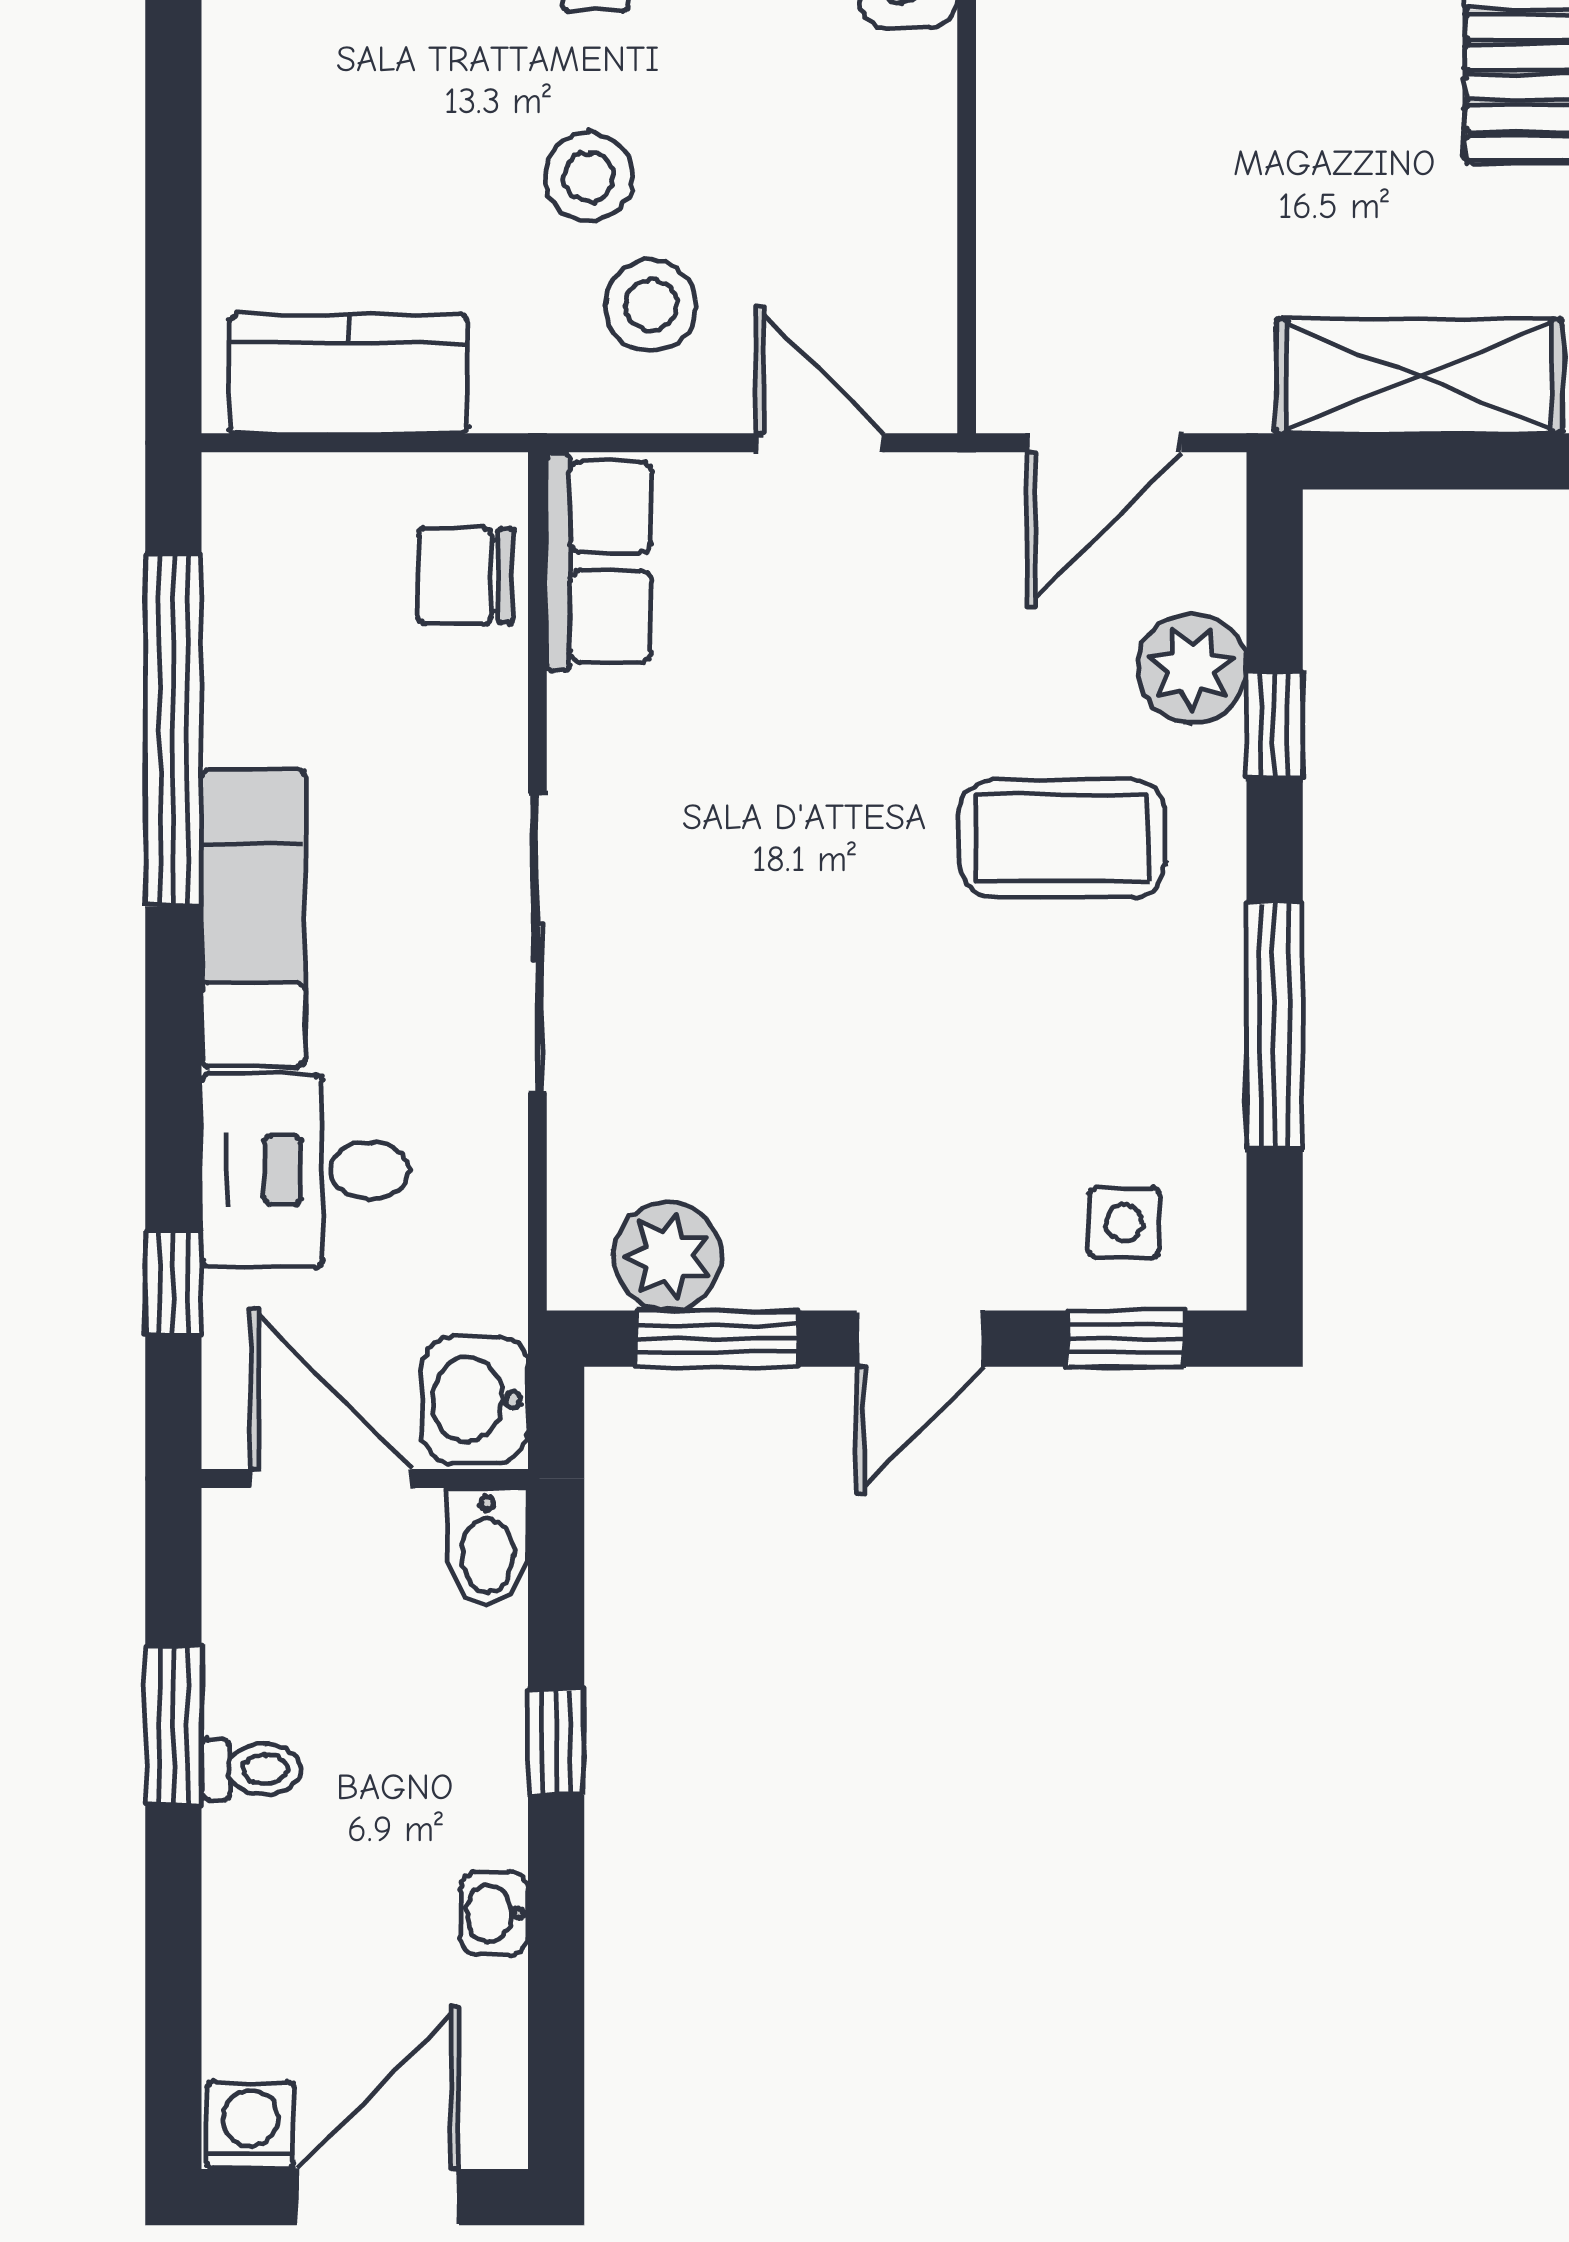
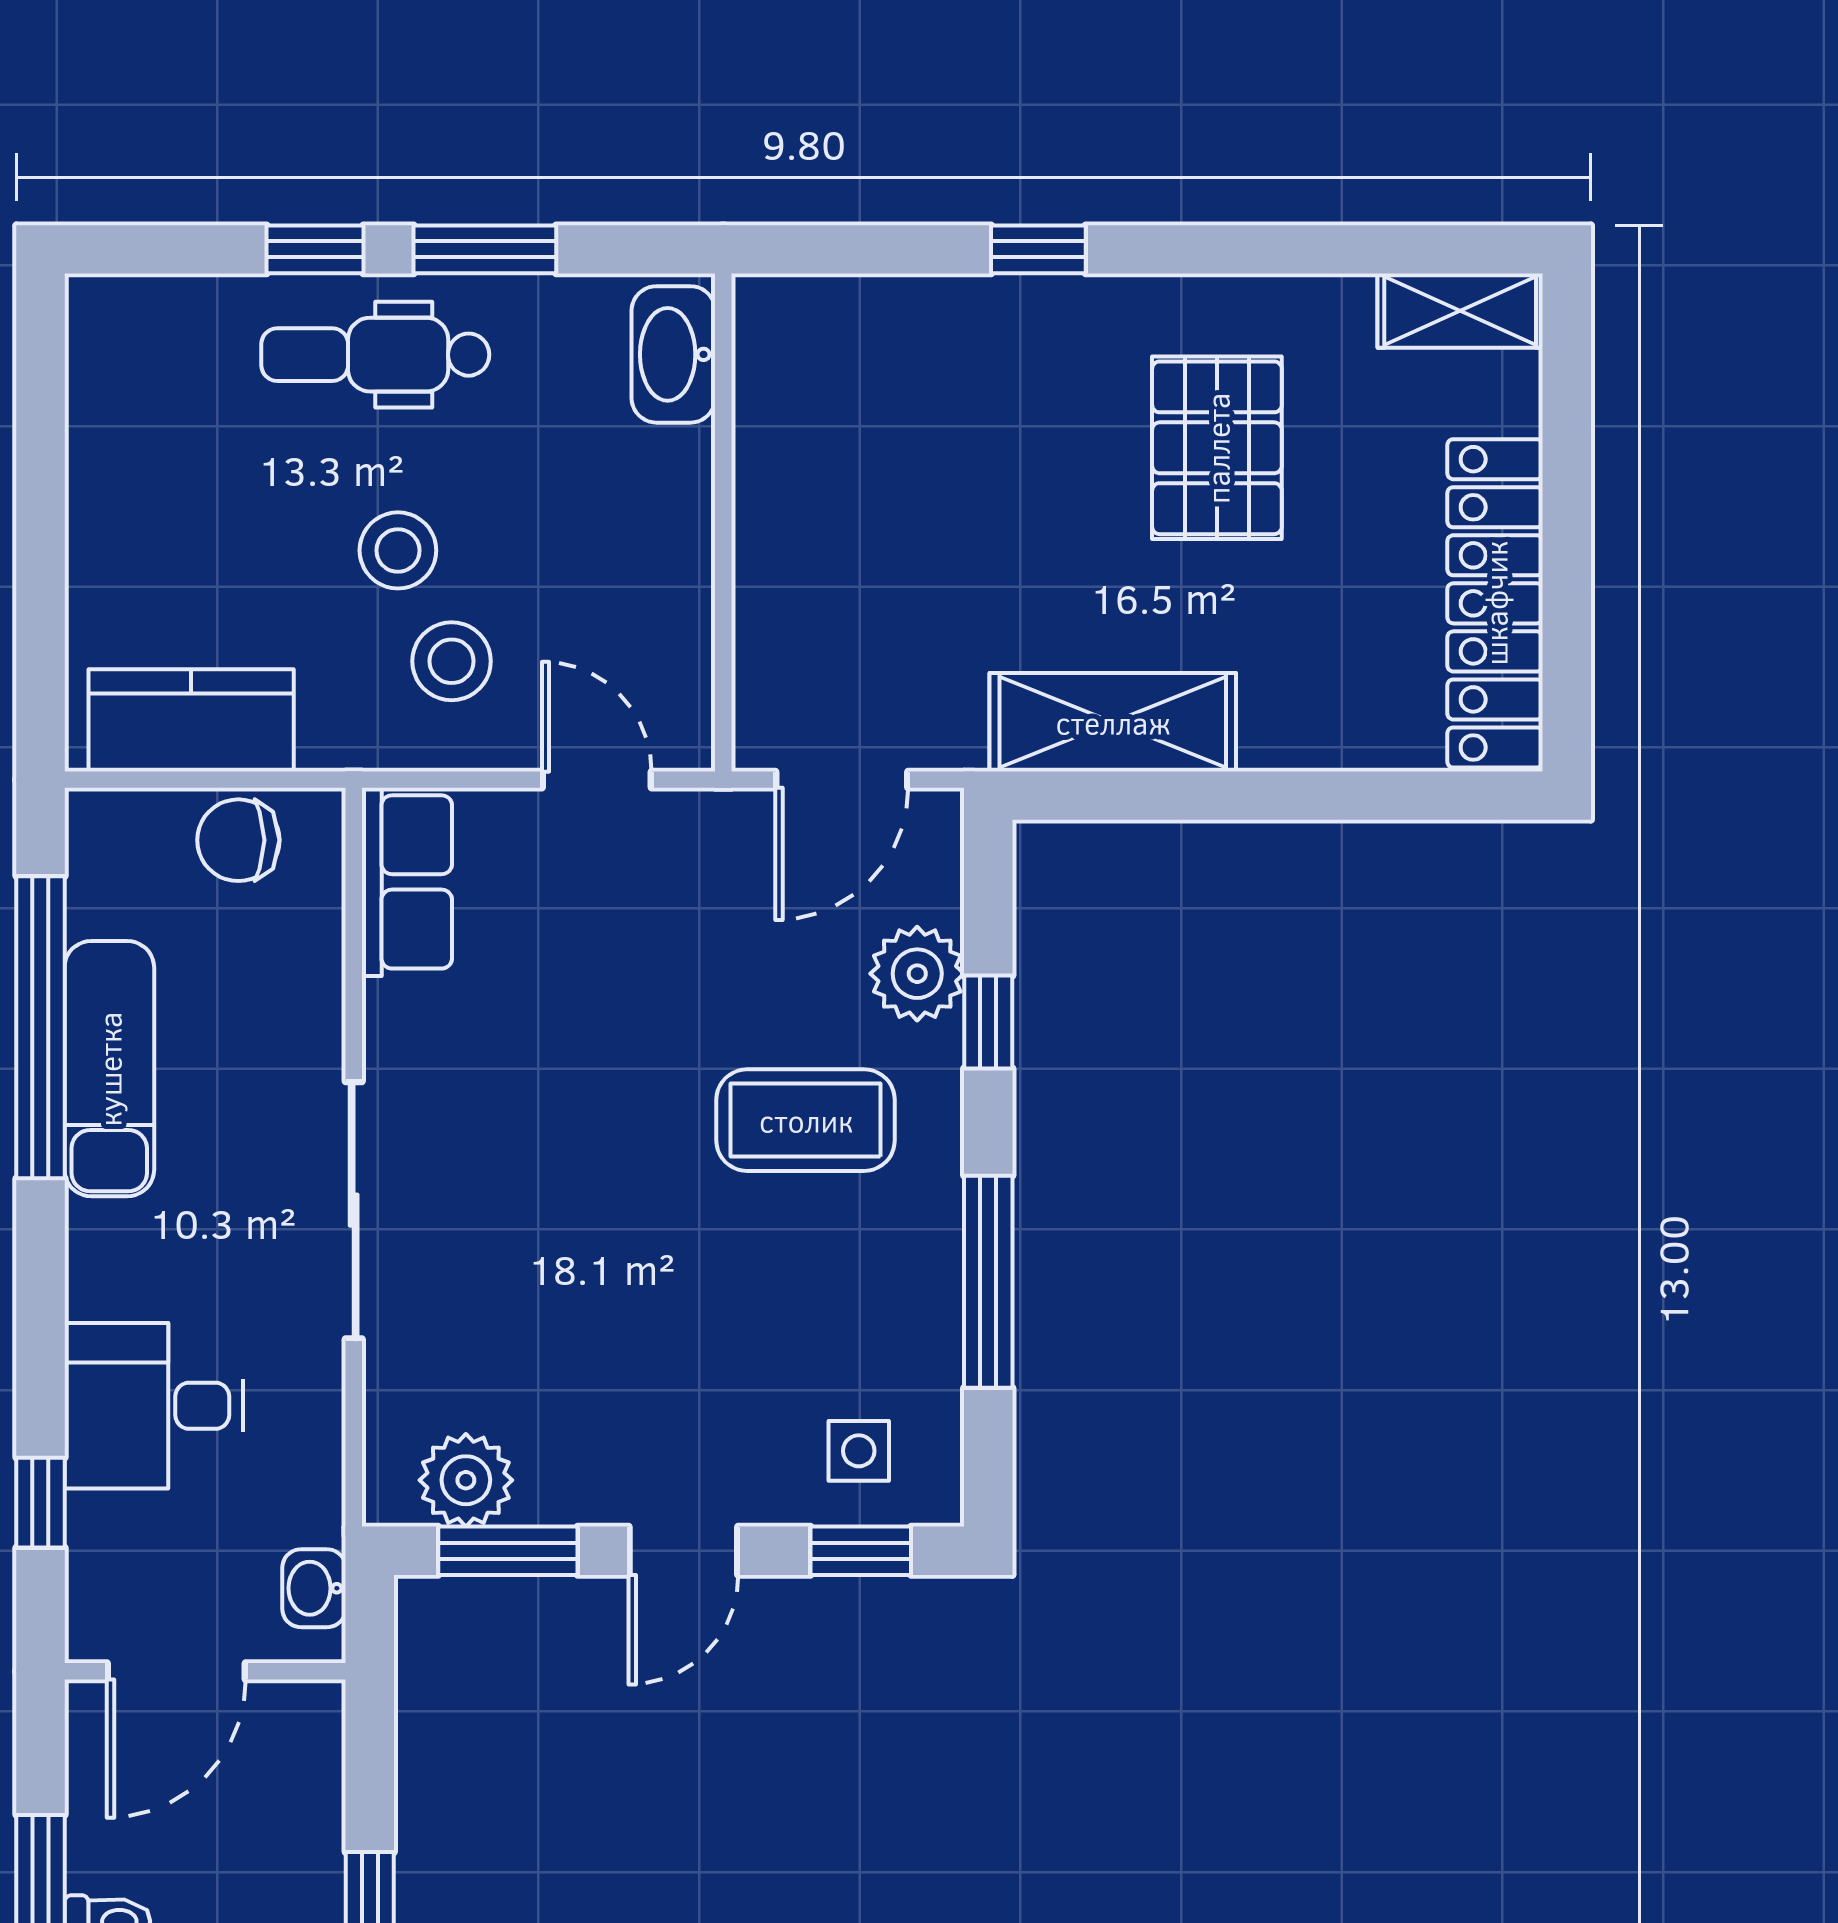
chair: (466, 576) -> (238, 840), moved
exam couch: (253, 918) -> (109, 1069), moved
washbasin: (475, 1400) -> (314, 1588), width x0.72, depth x0.69
door: (331, 1479) -> (176, 1671), swing flipped
bidet: (487, 1547) -> (311, 1730), removed

